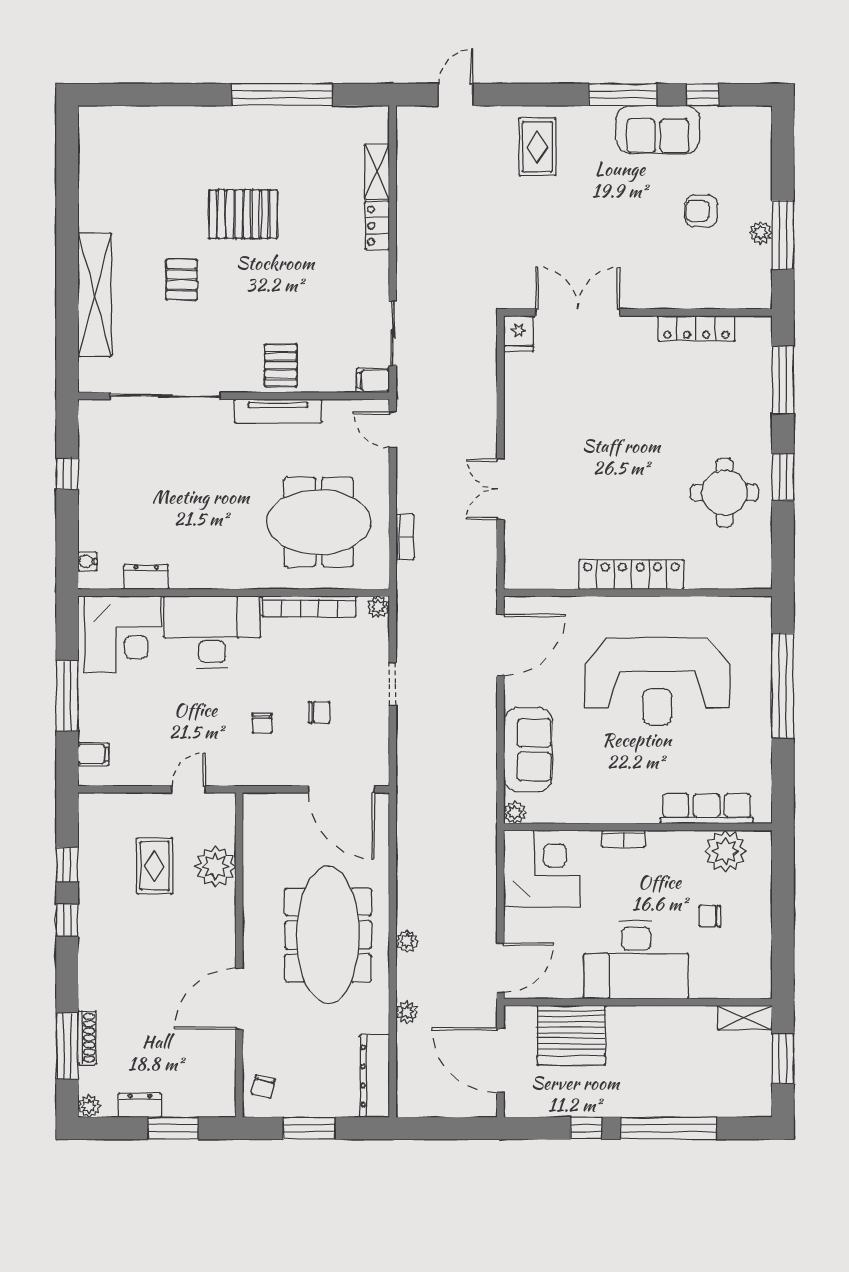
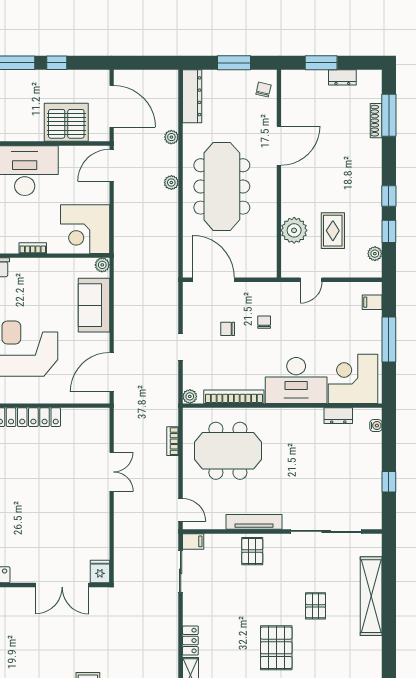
pallet: (243, 214) -> (276, 648), turned 90
plant: (89, 1106) -> (375, 254), moved

